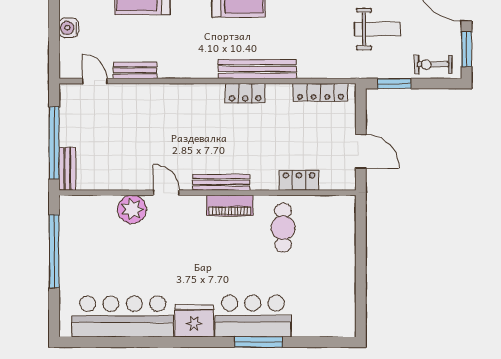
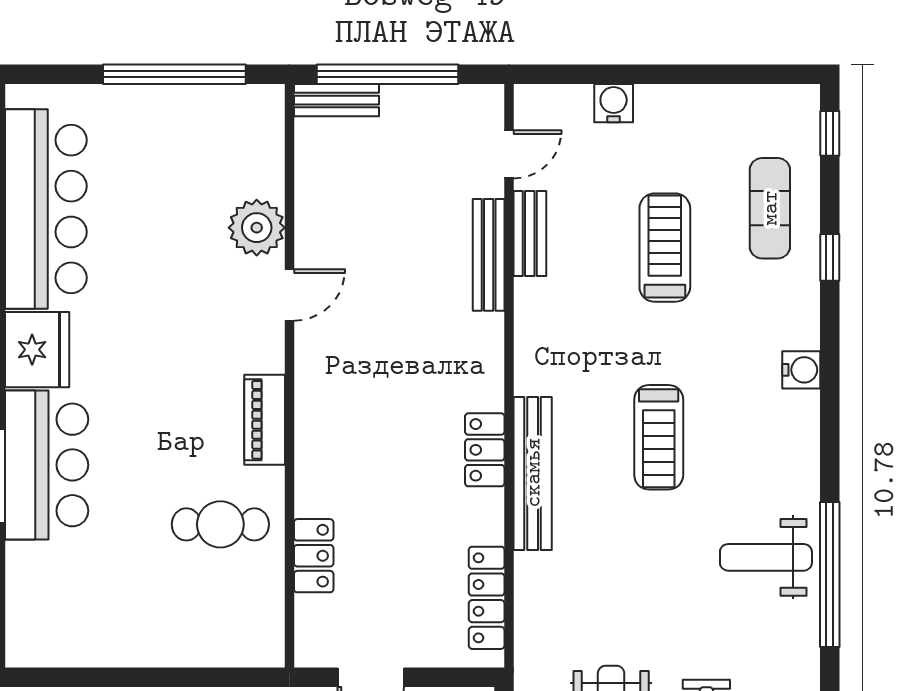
bench: (221, 182) -> (489, 255), moved

